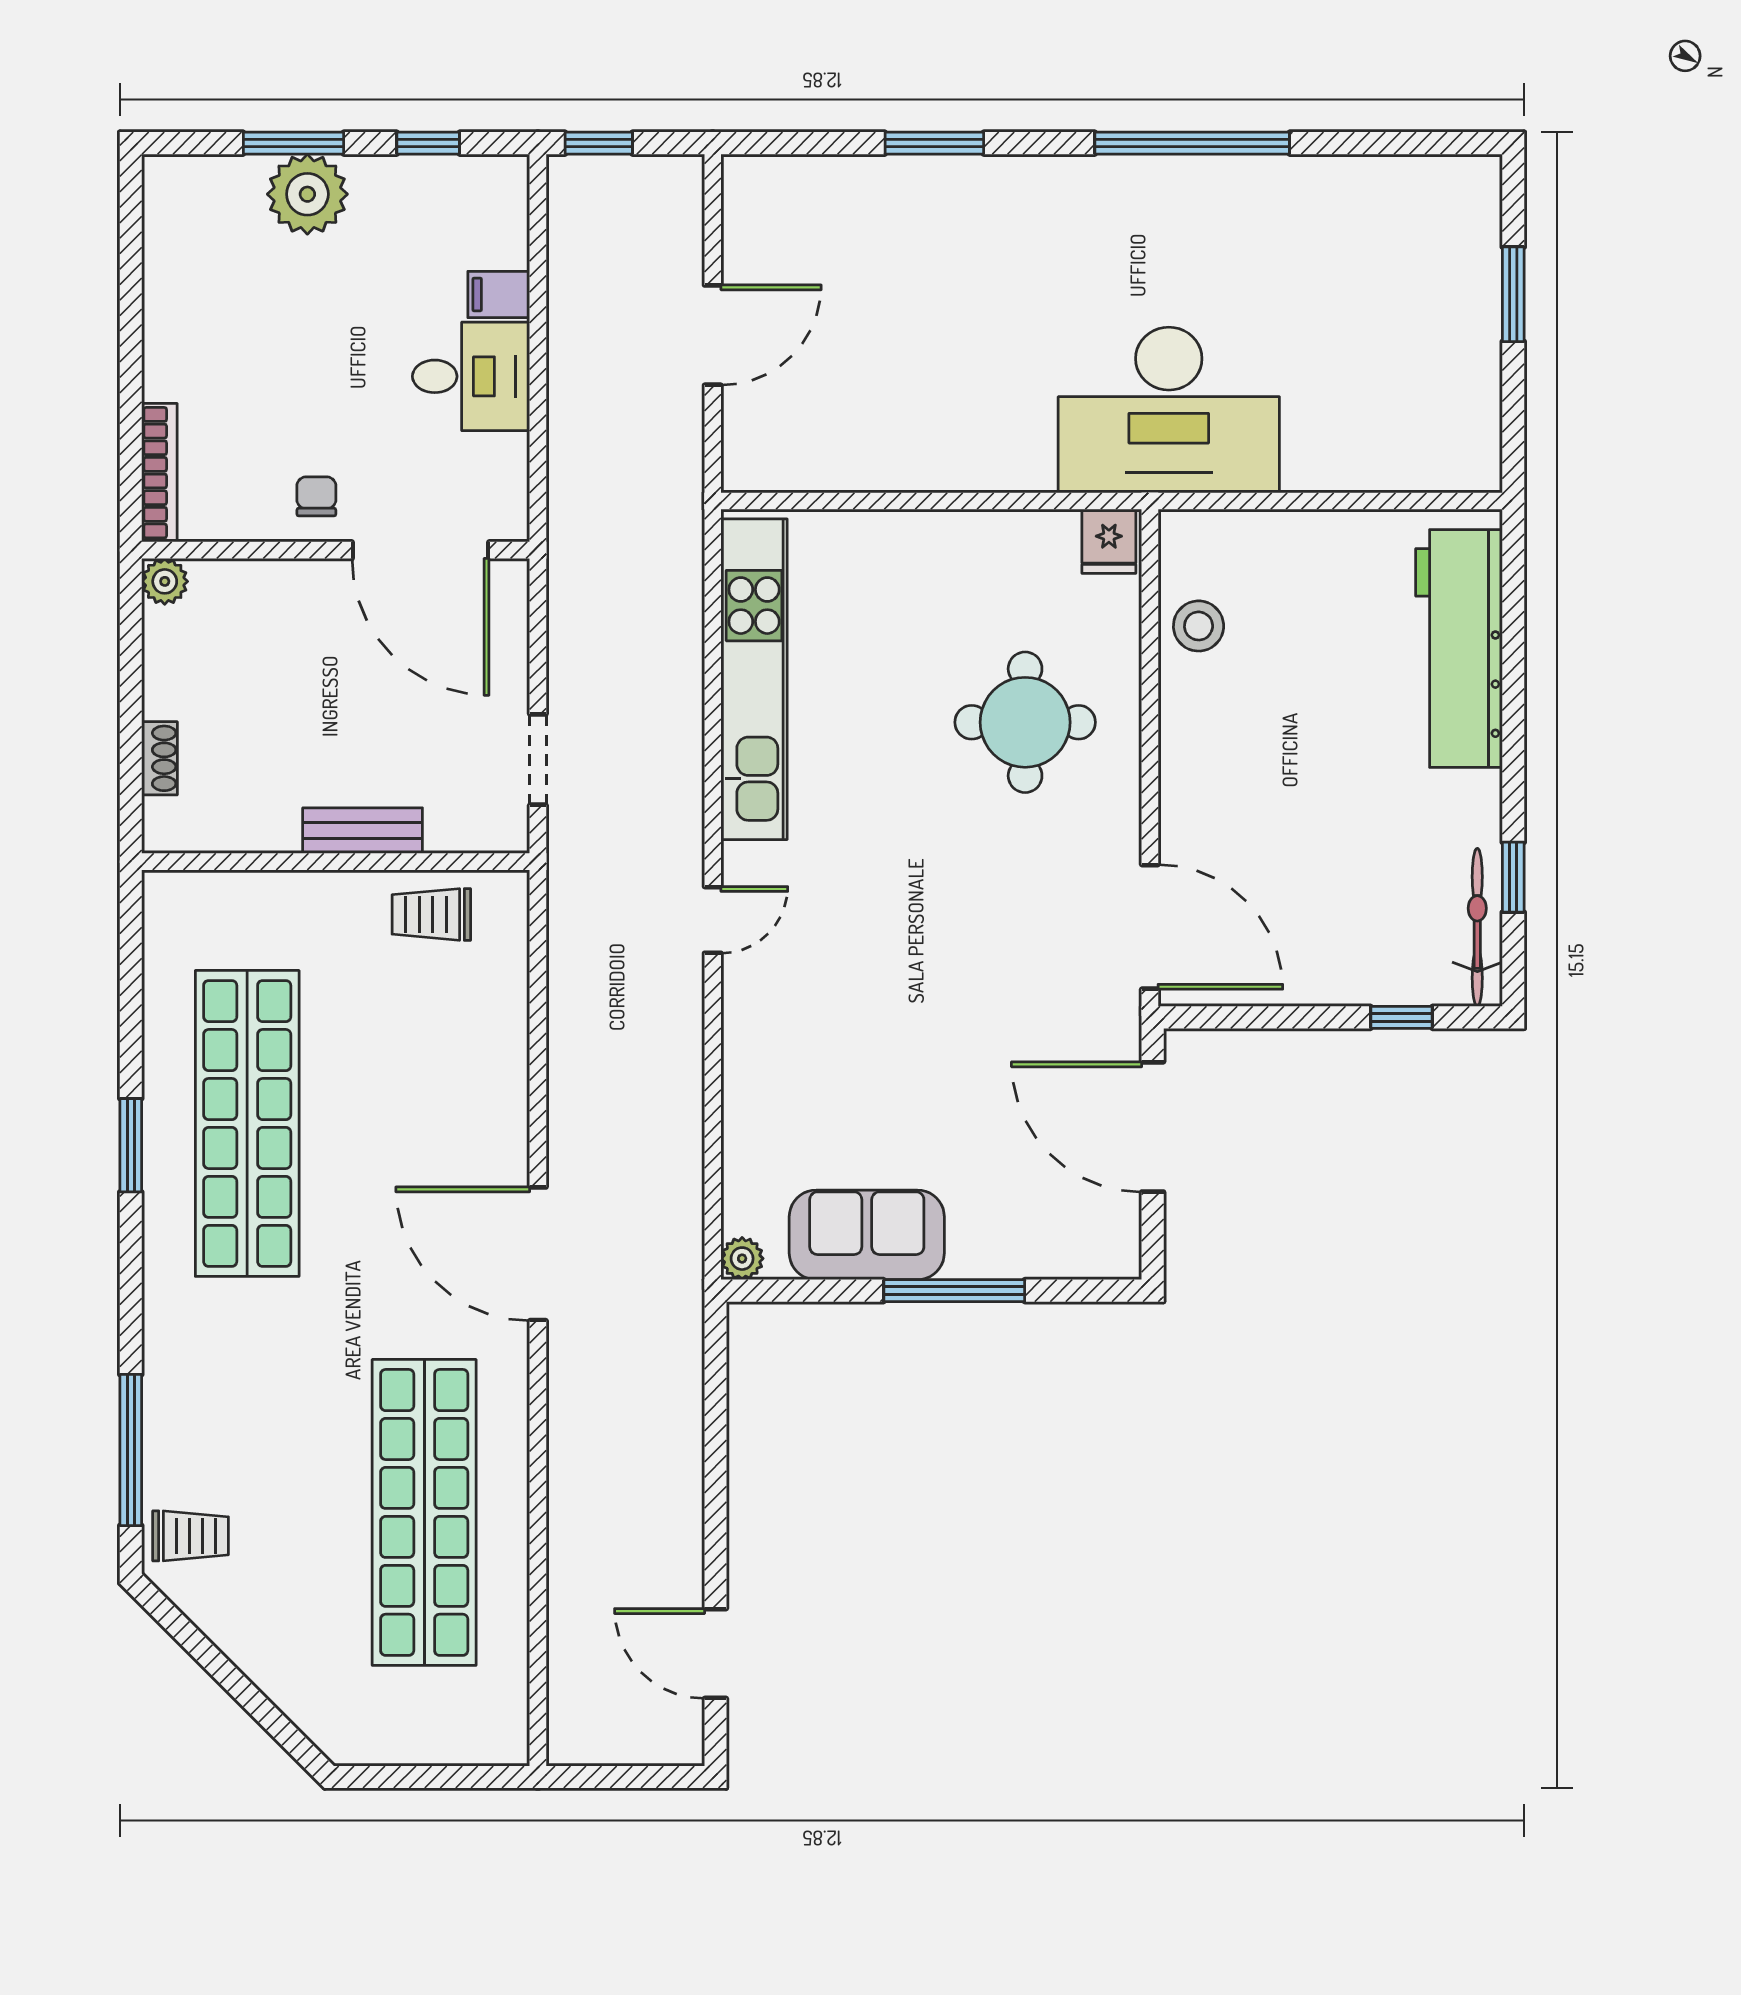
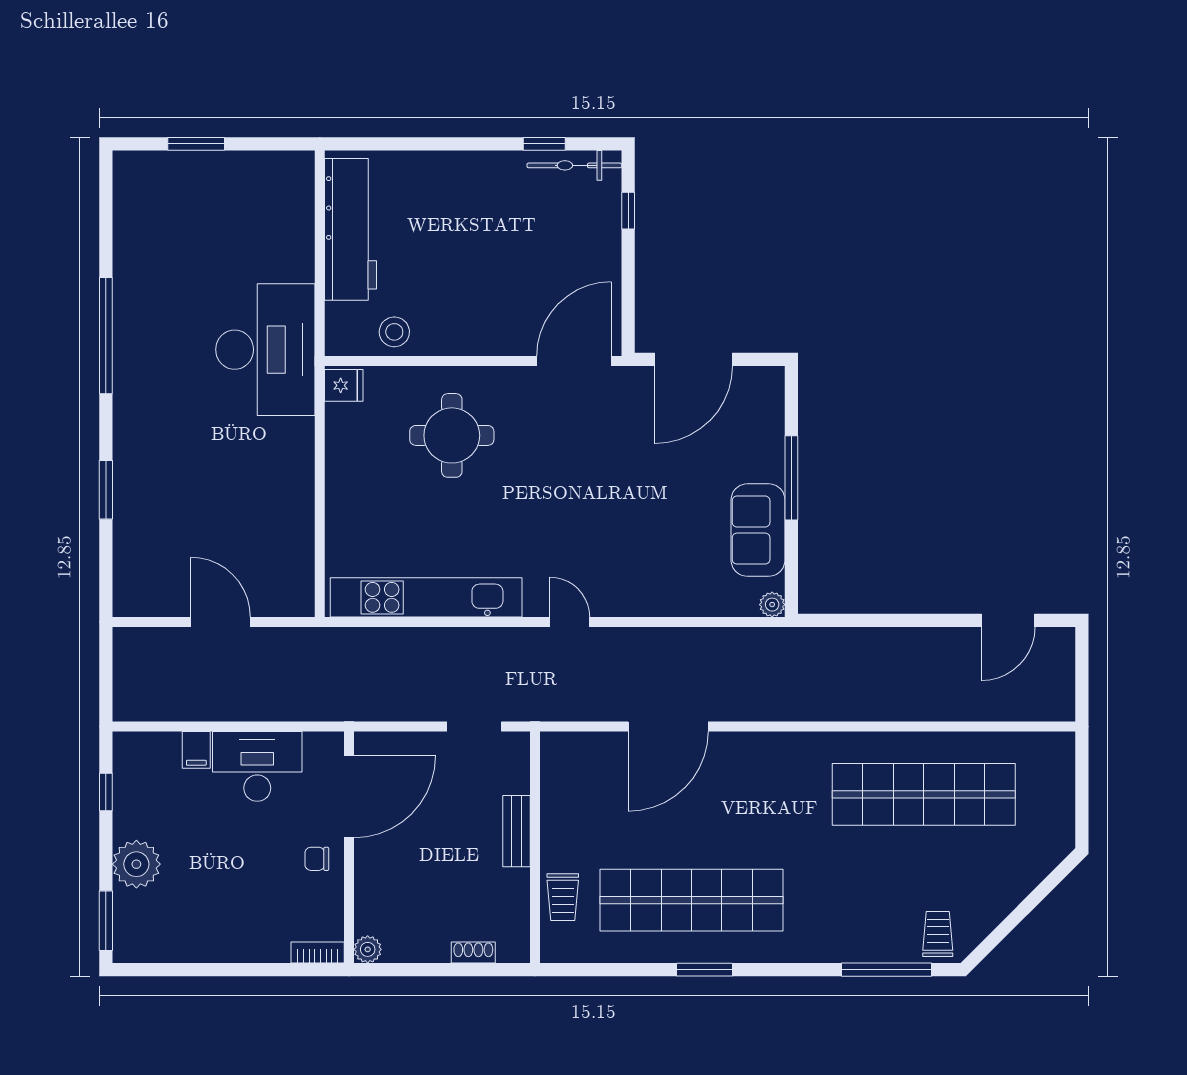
window: (293, 143) -> (106, 921), moved
window: (599, 143) -> (106, 690), removed
desk: (471, 376) -> (257, 766), width x1.37
bookcase: (159, 473) -> (318, 953), width x0.64
workbench: (1459, 648) -> (350, 229), moved, turned -90
trolley: (431, 914) -> (563, 897), moved
door: (538, 1254) -> (668, 727), moved

